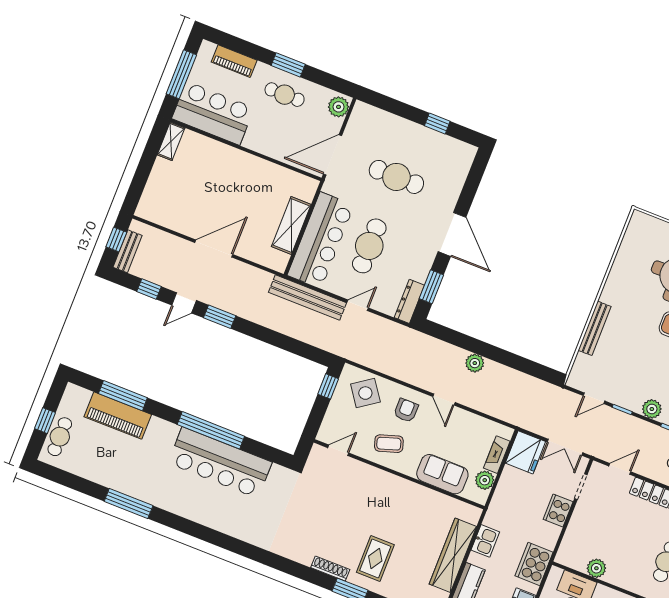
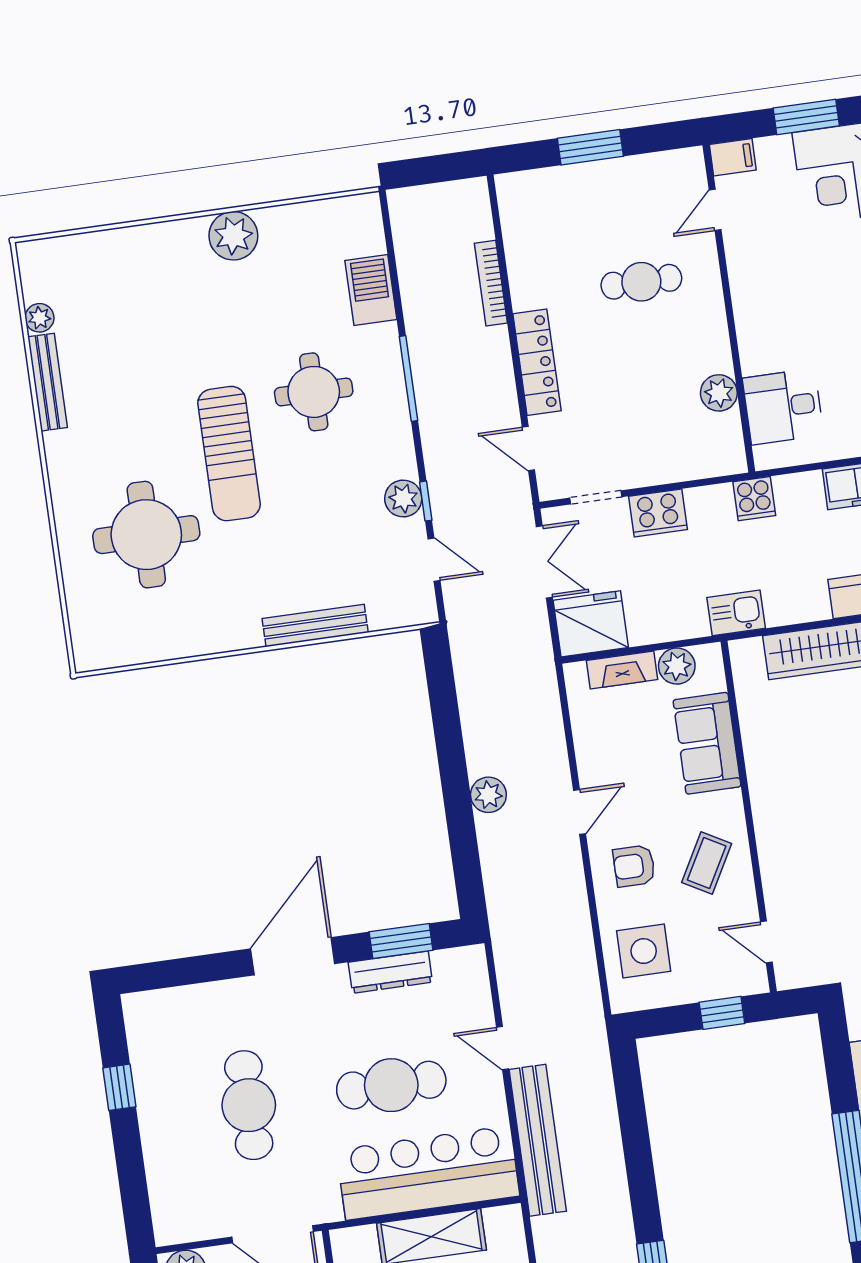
dresser: (409, 301) -> (390, 972), moved
window: (328, 386) -> (722, 1013), moved
side table: (365, 393) -> (644, 951), turned 35
plant: (652, 409) -> (403, 498), moved
coffee table: (389, 444) -> (707, 863), turned 47
kitchen sink: (485, 541) -> (736, 613), moved
cooker: (534, 564) -> (754, 499), width x0.53, depth x0.76

